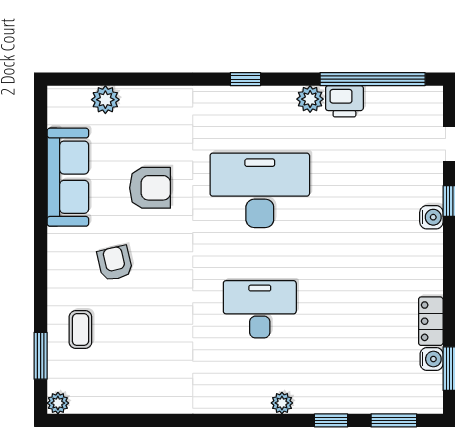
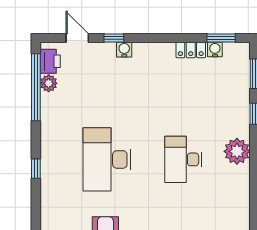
plant: (310, 99) -> (49, 83), moved
printer: (344, 101) -> (50, 61), moved
plant: (282, 403) -> (237, 151), width x1.87, depth x1.87

